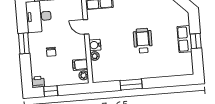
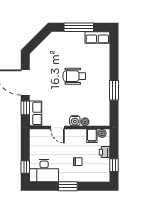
door: (86, 27) -> (57, 128), hinge flipped
row of seats: (185, 39) -> (97, 37), moved
window: (196, 41) -> (79, 27), width x2.17
printer: (38, 82) -> (105, 152), moved

